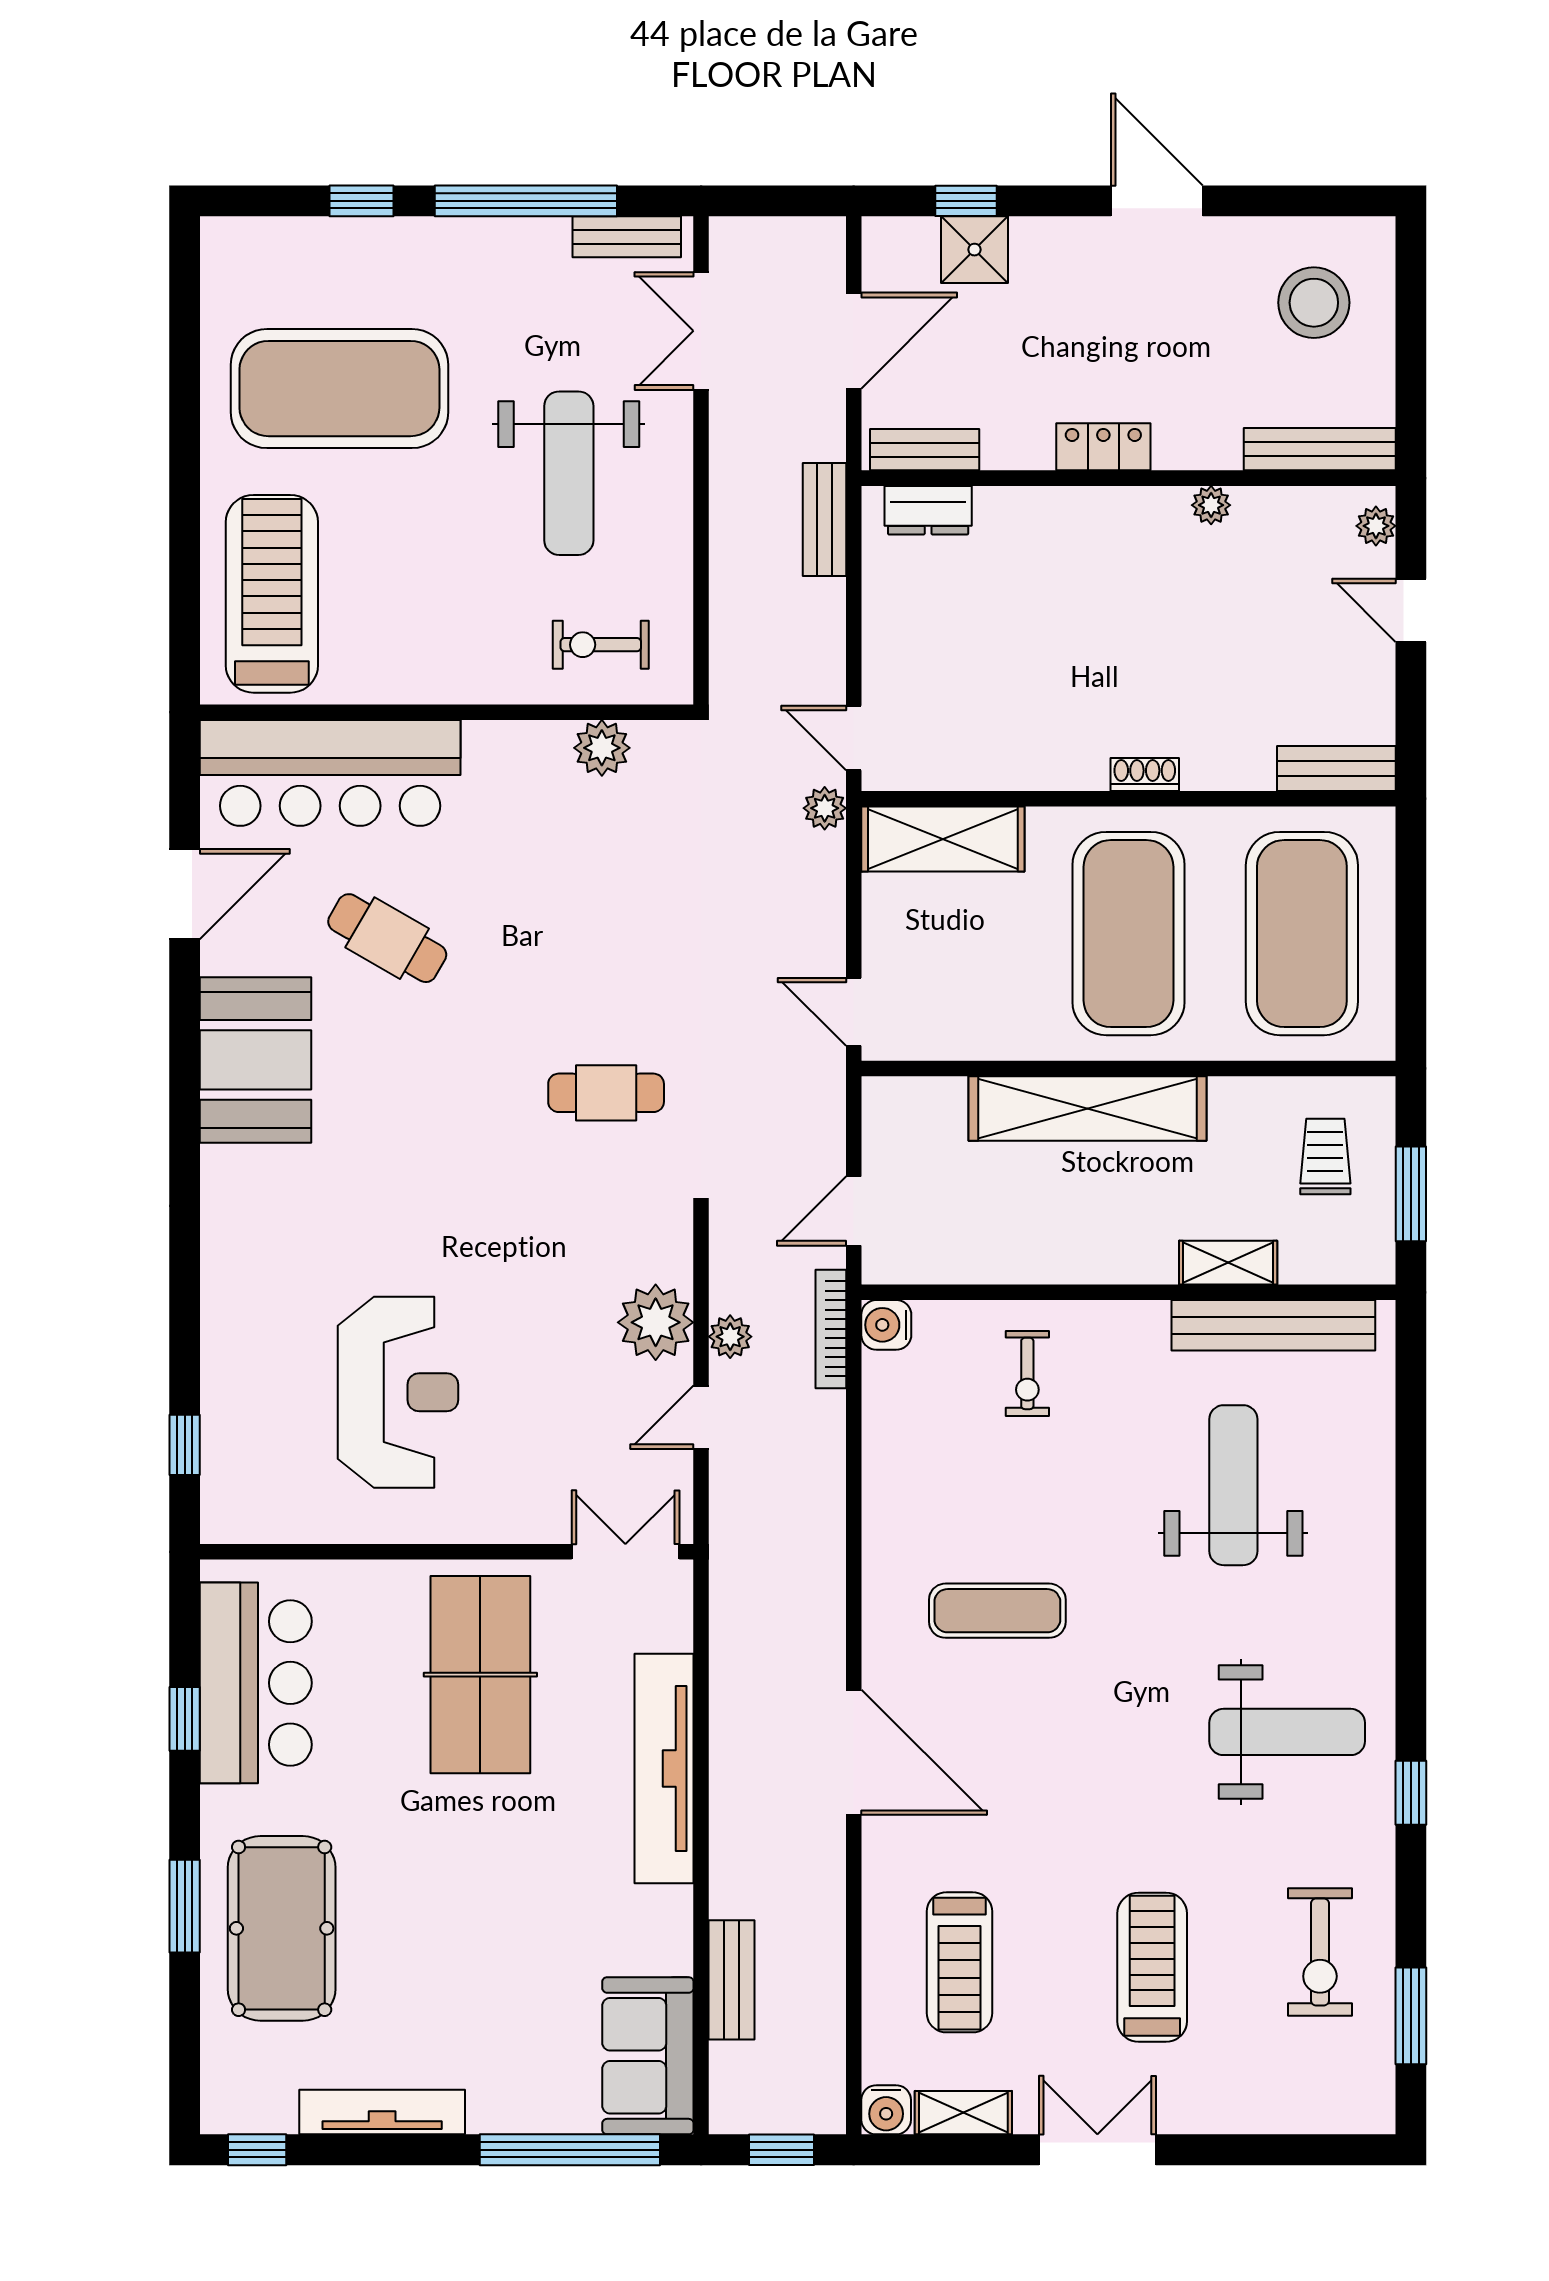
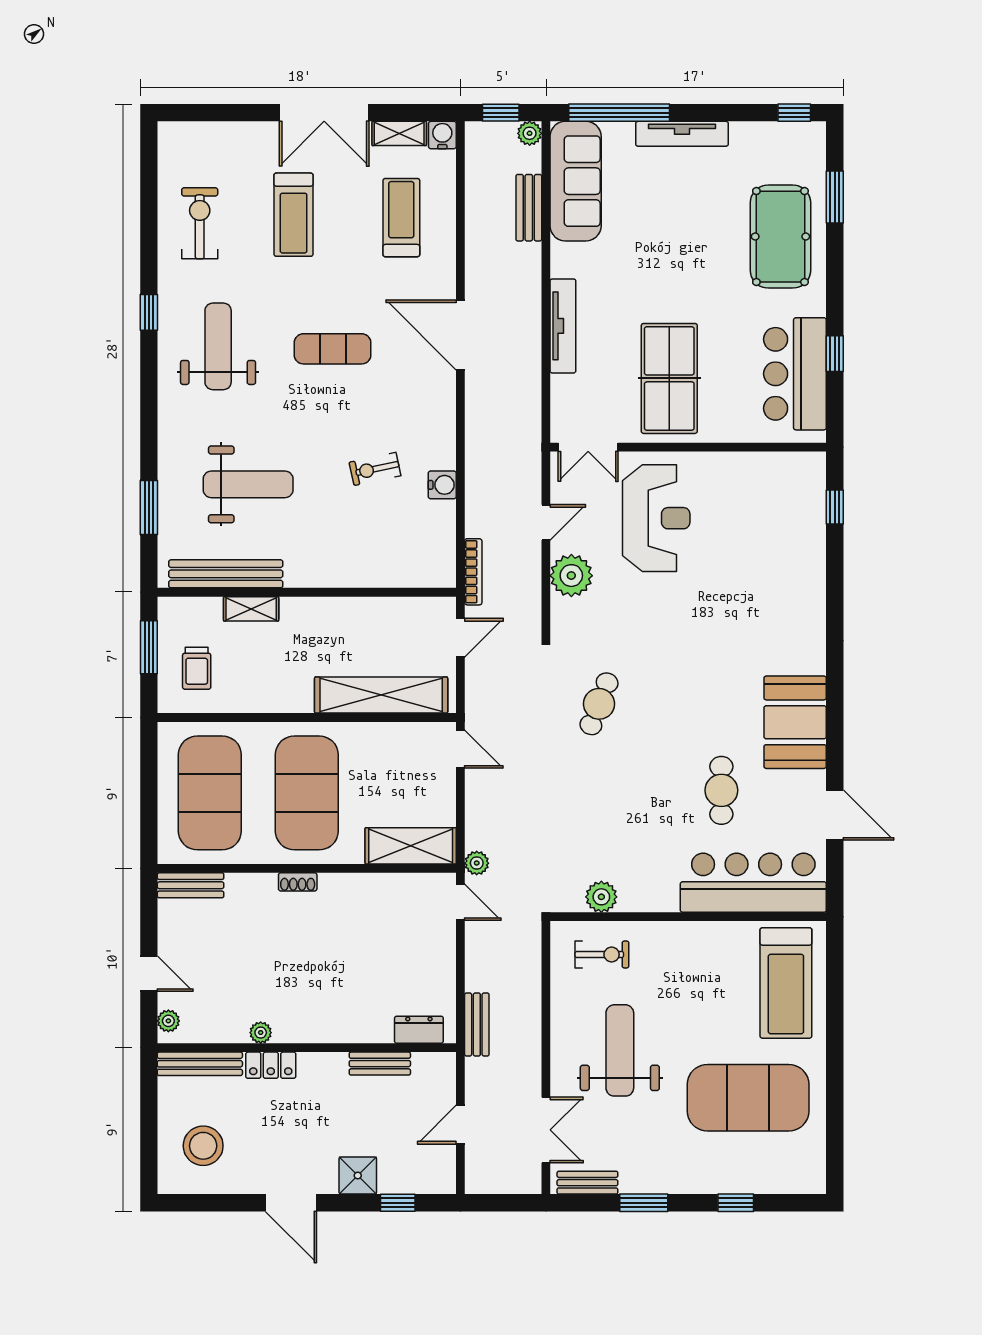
window: (526, 201) -> (644, 1203), width x0.47
shower: (974, 250) -> (358, 1175), moved
door: (854, 341) -> (460, 1125), width x0.73
locker: (1103, 447) -> (271, 1065), moved
bench: (925, 450) -> (380, 1064), moved
door: (185, 894) -> (835, 815), swing flipped
cafe table: (387, 938) -> (721, 790), turned 60
cafe table: (606, 1093) -> (599, 704), turned -69
shelving: (1088, 1108) -> (381, 695), moved
water cooler: (886, 1325) -> (442, 485), moved
plant: (730, 1337) -> (530, 133), moved
exercise bike: (1027, 1373) -> (375, 469), moved, turned -102
reception desk: (398, 1392) -> (656, 518), moved, turned 180
weight bench: (1233, 1485) -> (248, 484), turned -90
exercise mat: (997, 1611) -> (333, 349), moved
weight bench: (1287, 1732) -> (218, 346), turned 90
tv unit: (664, 1768) -> (563, 326), width x0.73, depth x0.78
window: (185, 1906) -> (835, 197), moved
window: (1411, 2016) -> (149, 508), moved
sofa: (648, 2056) -> (576, 181), width x1.36
tv unit: (382, 2112) -> (682, 134), moved
double door: (1097, 2150) -> (324, 113), width x1.37

